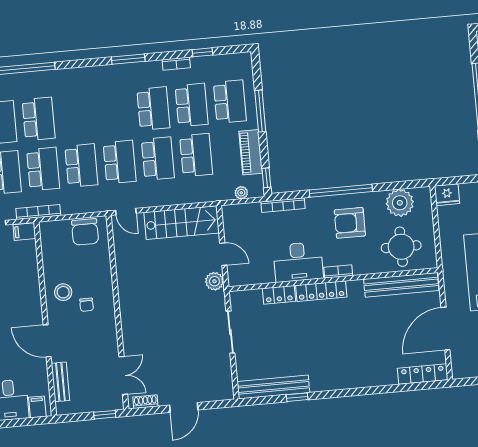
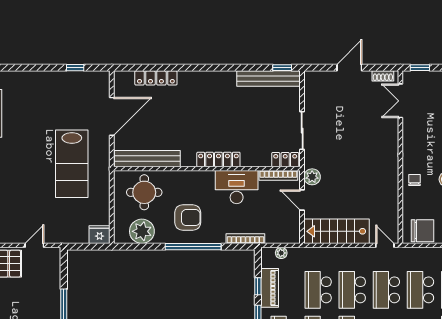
window: (266, 178) -> (258, 286), moved
chair: (85, 232) -> (423, 231), turned 90
bookcase: (338, 272) -> (278, 175), moved, width x1.56
locker: (279, 295) -> (285, 160), moved
chair: (87, 305) -> (414, 180), moved
locker: (423, 374) -> (156, 78), moved
window: (297, 397) -> (282, 68), moved

